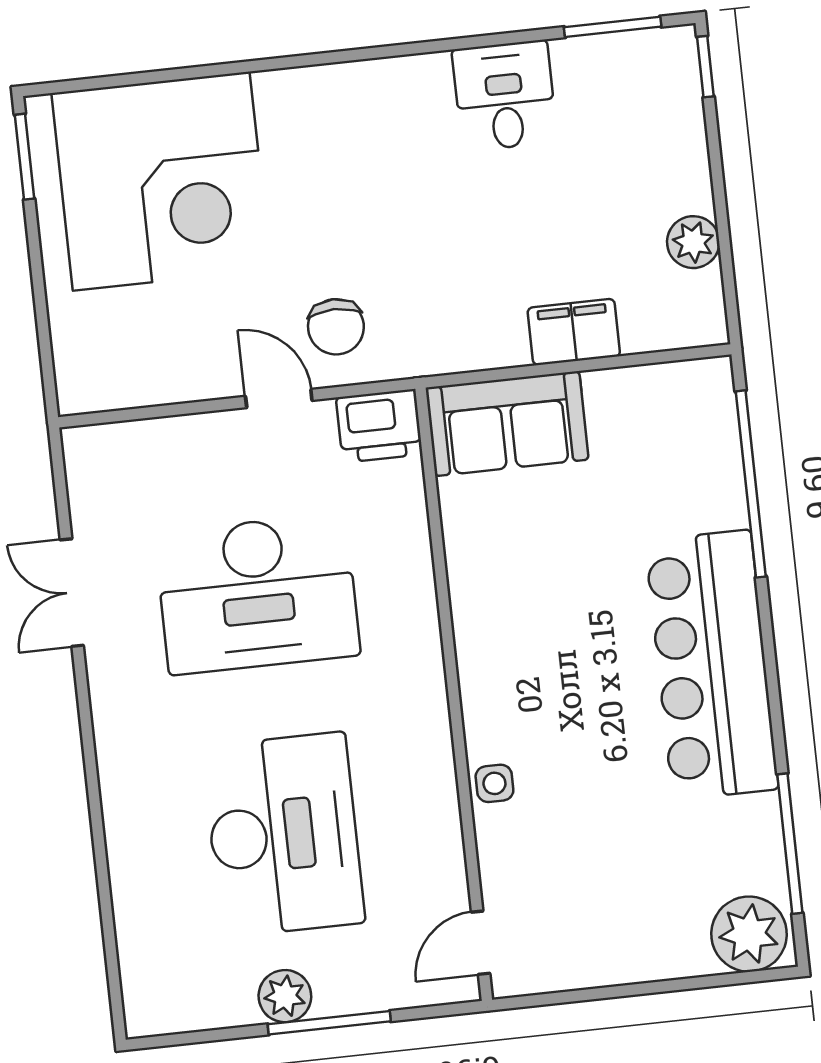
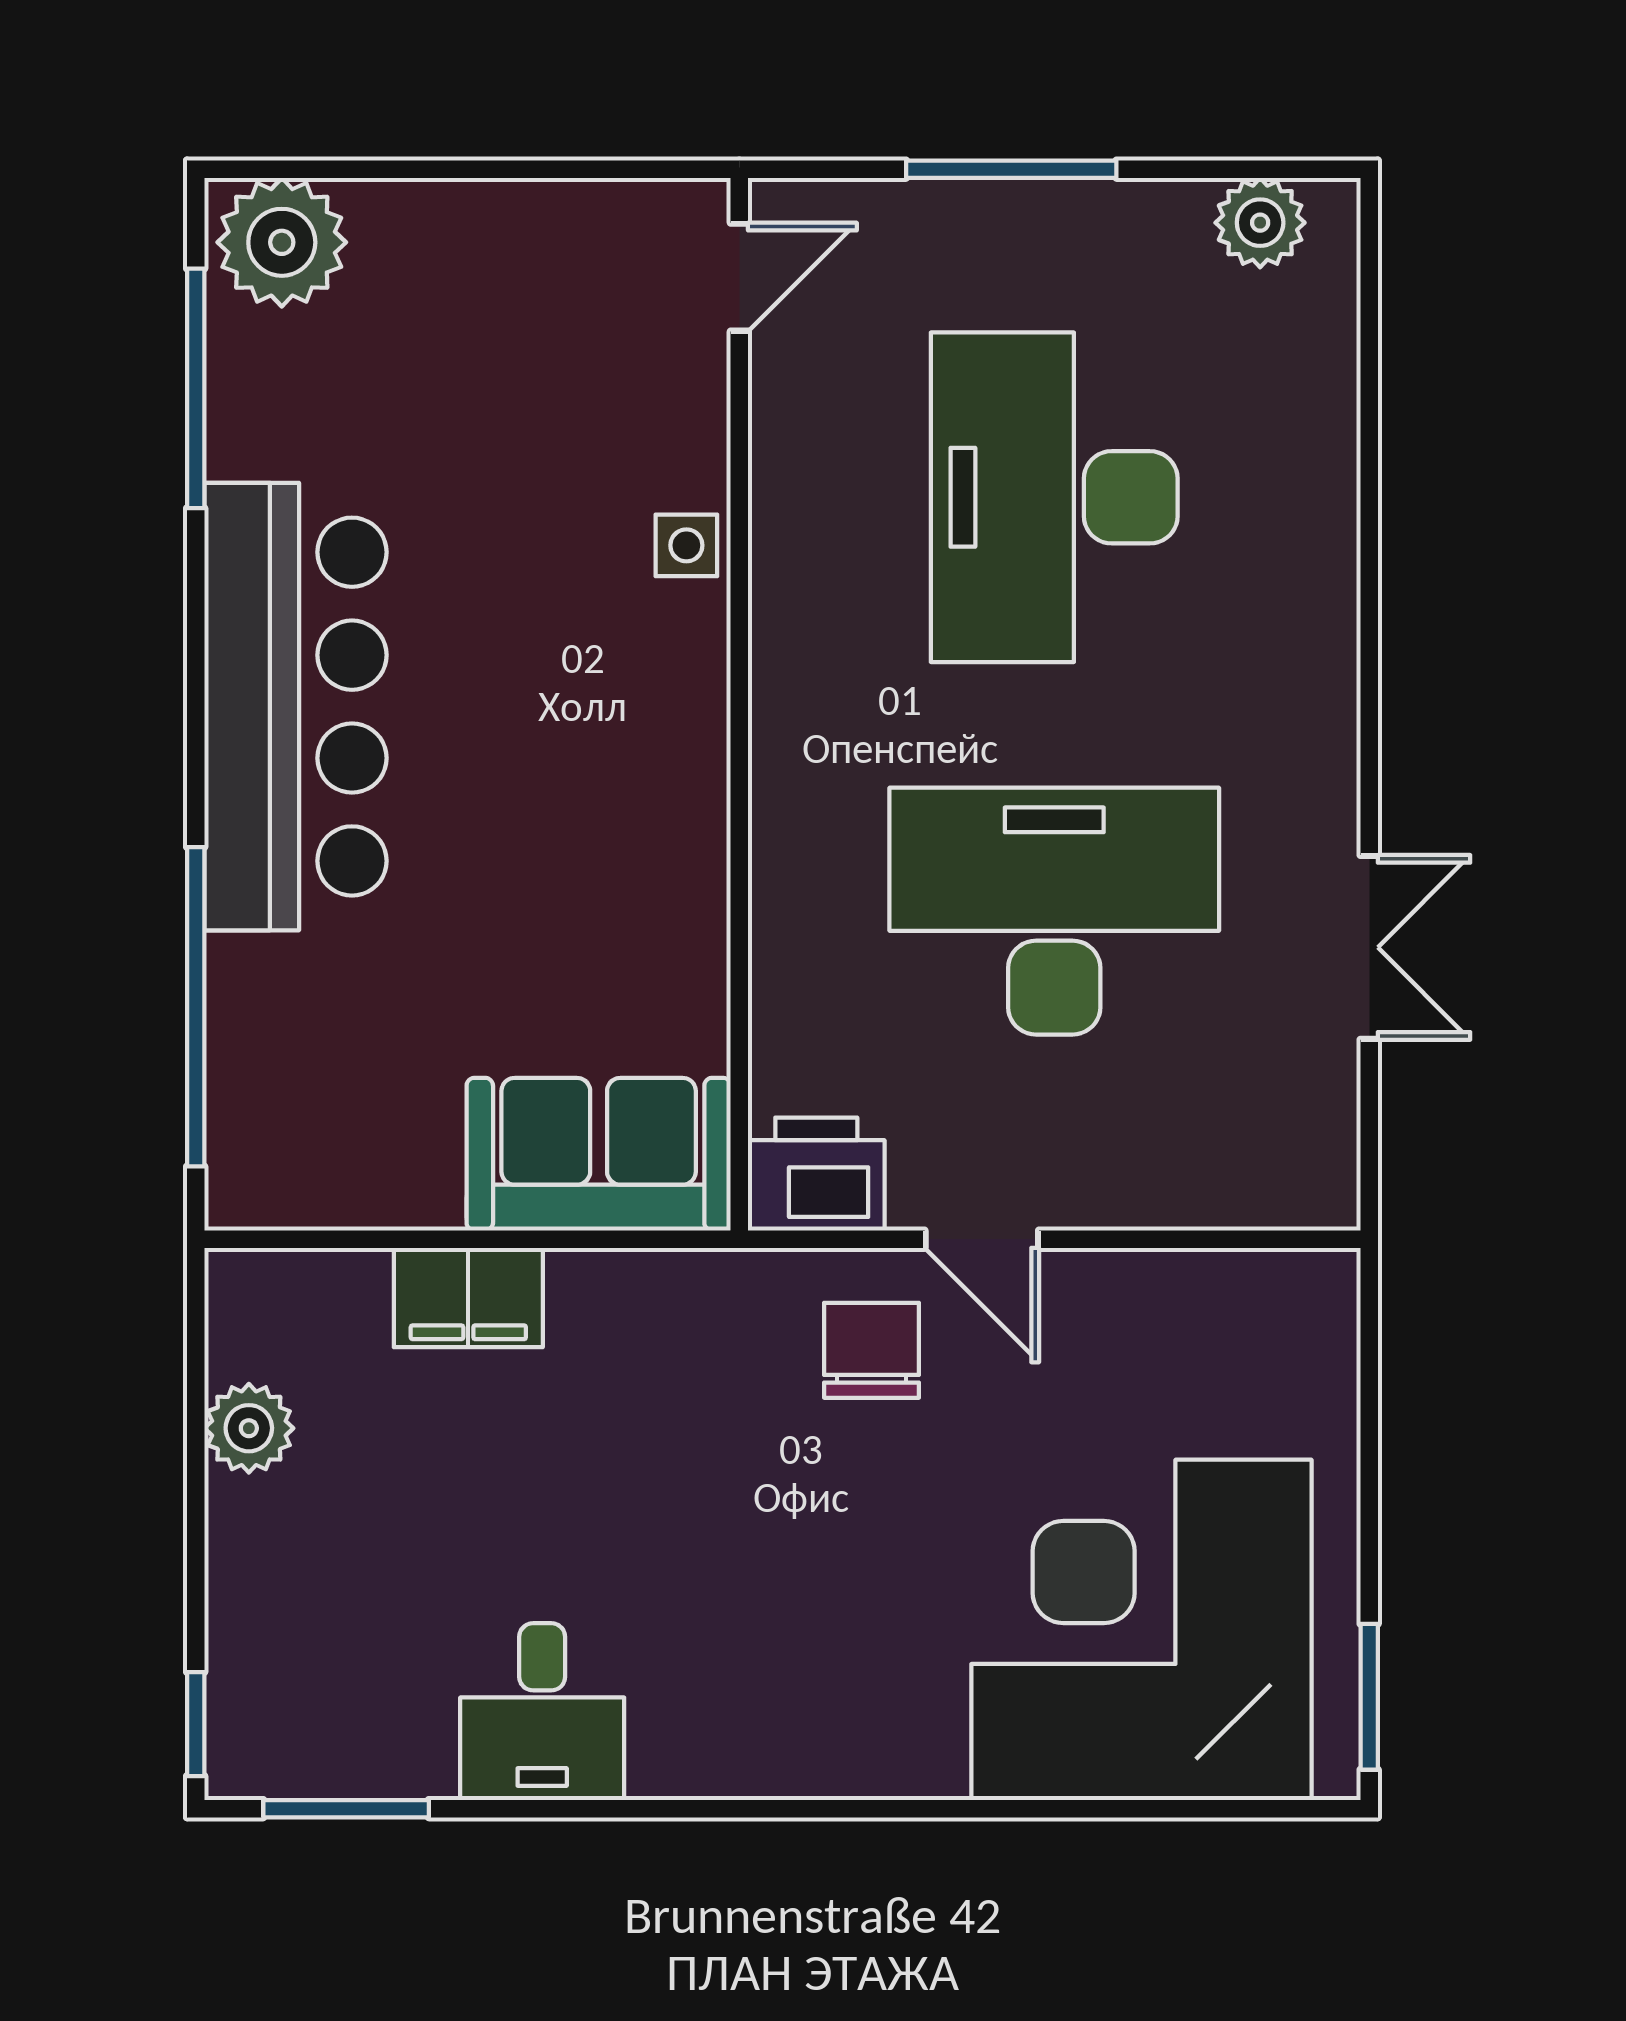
plant: (285, 996) -> (1260, 223), moved

